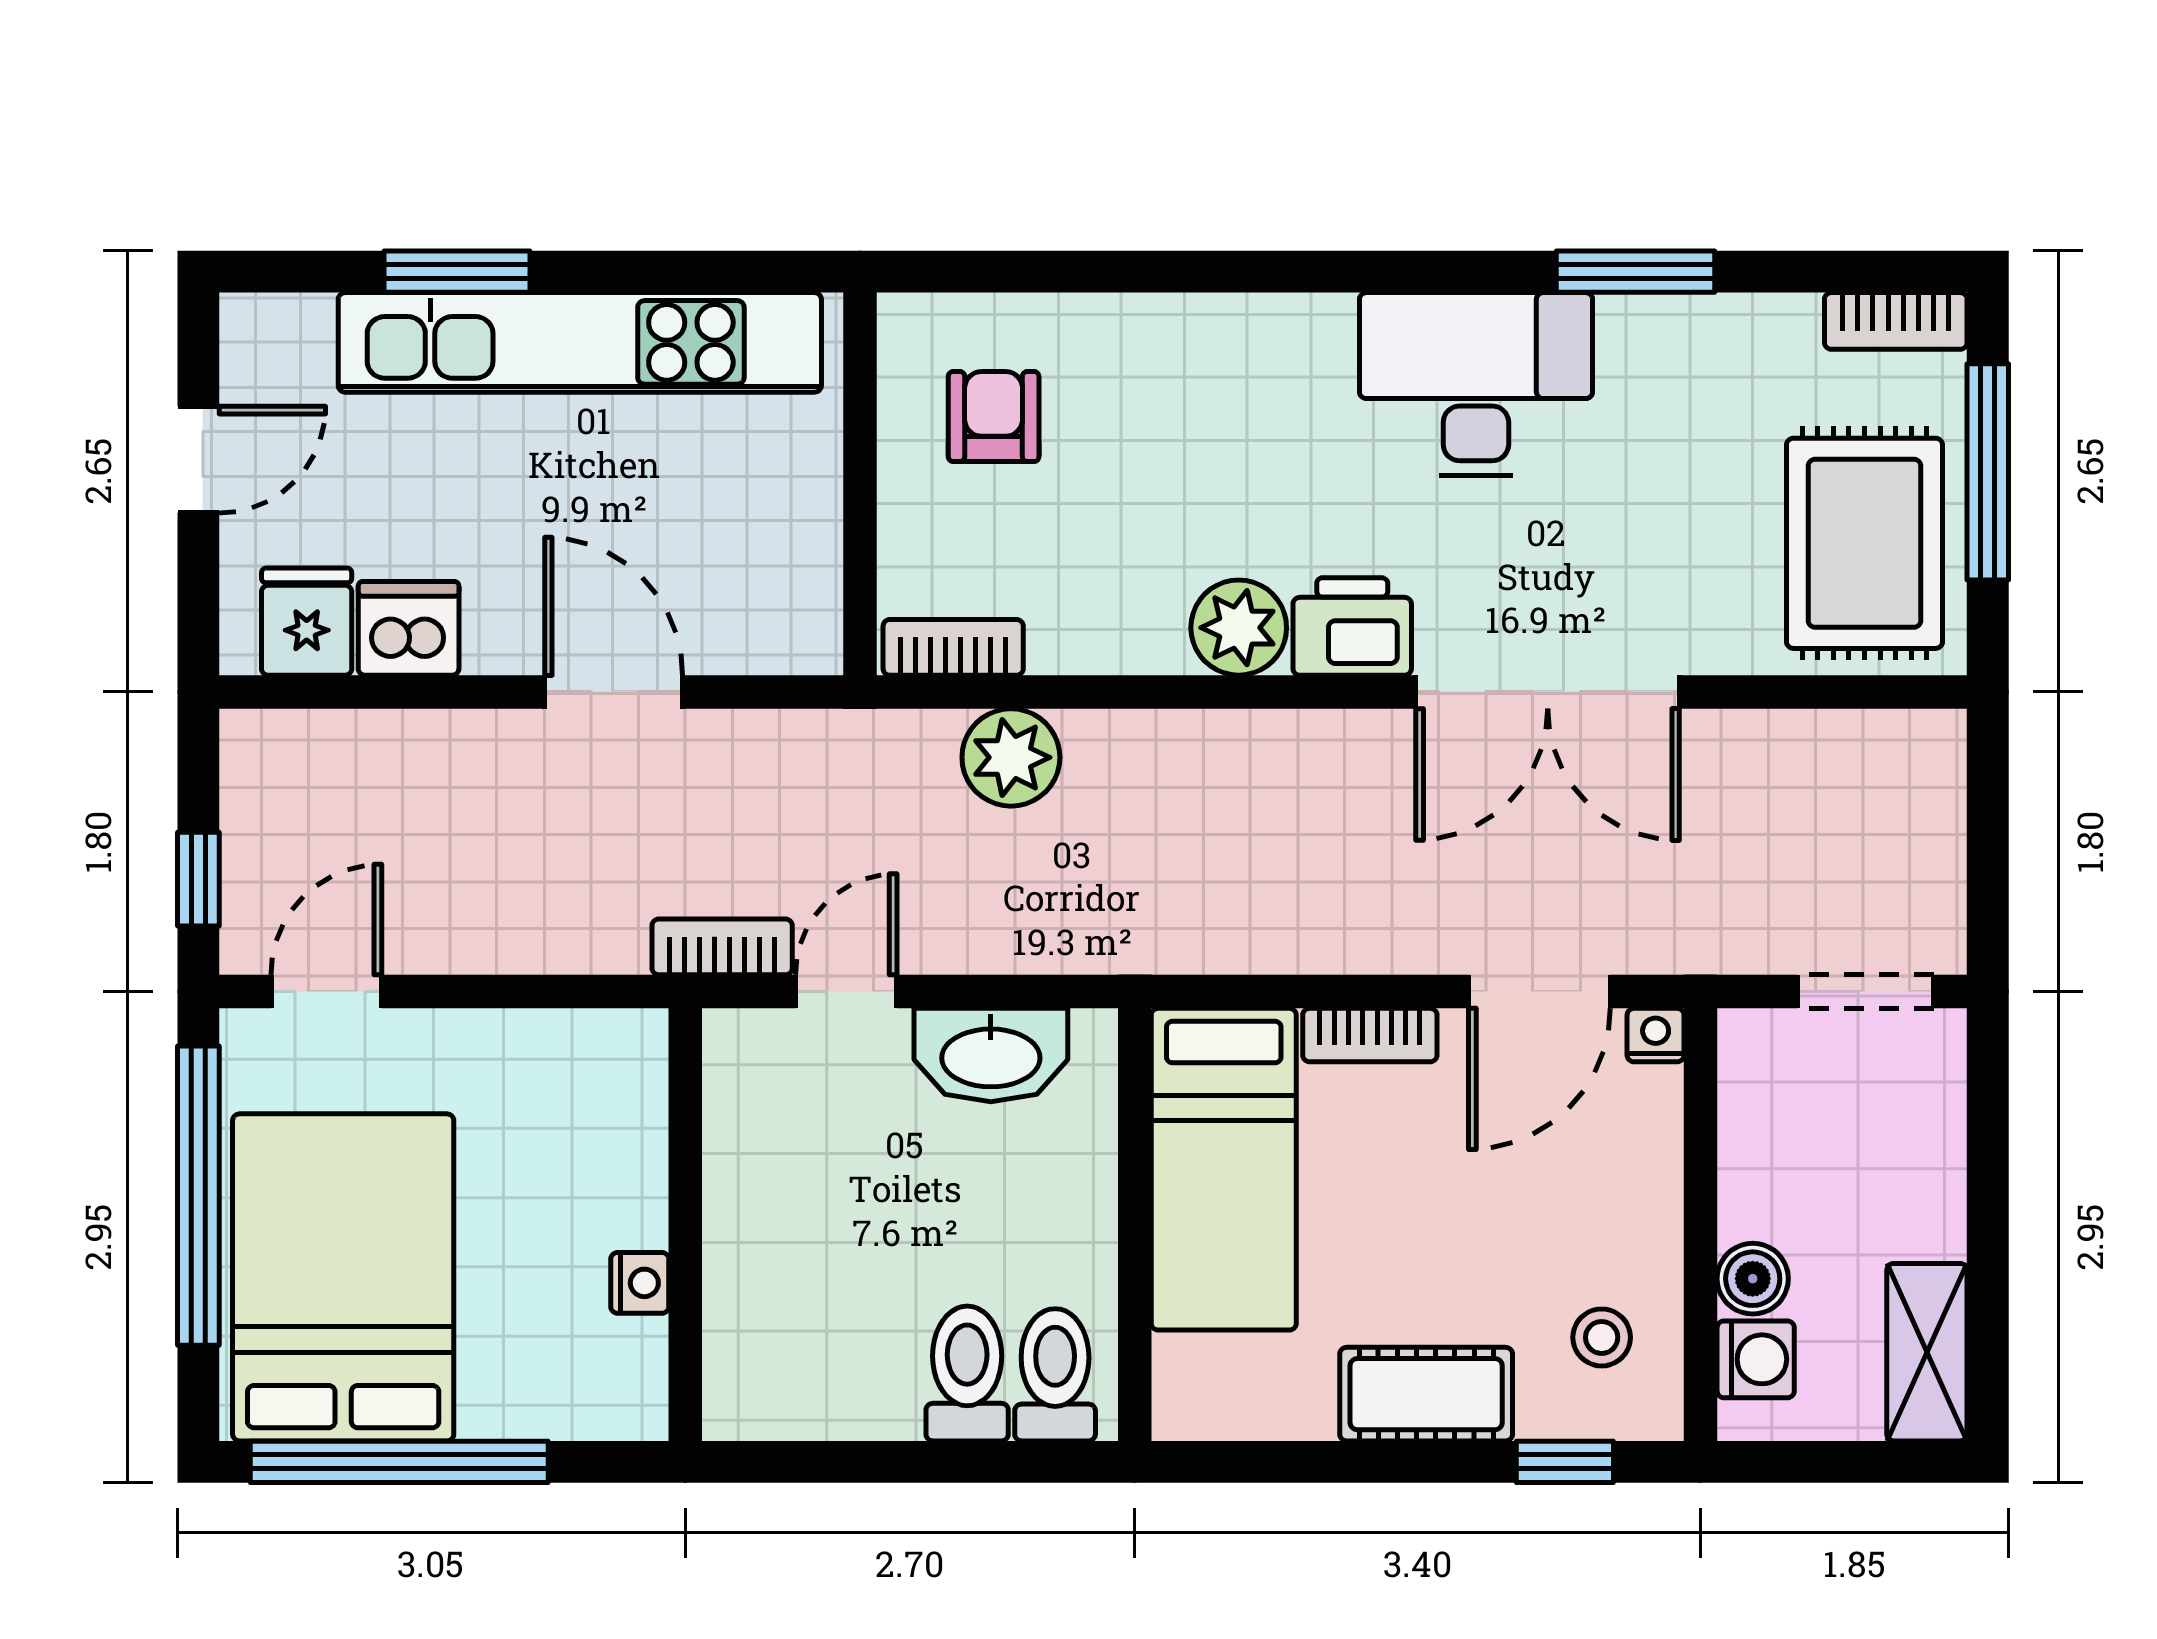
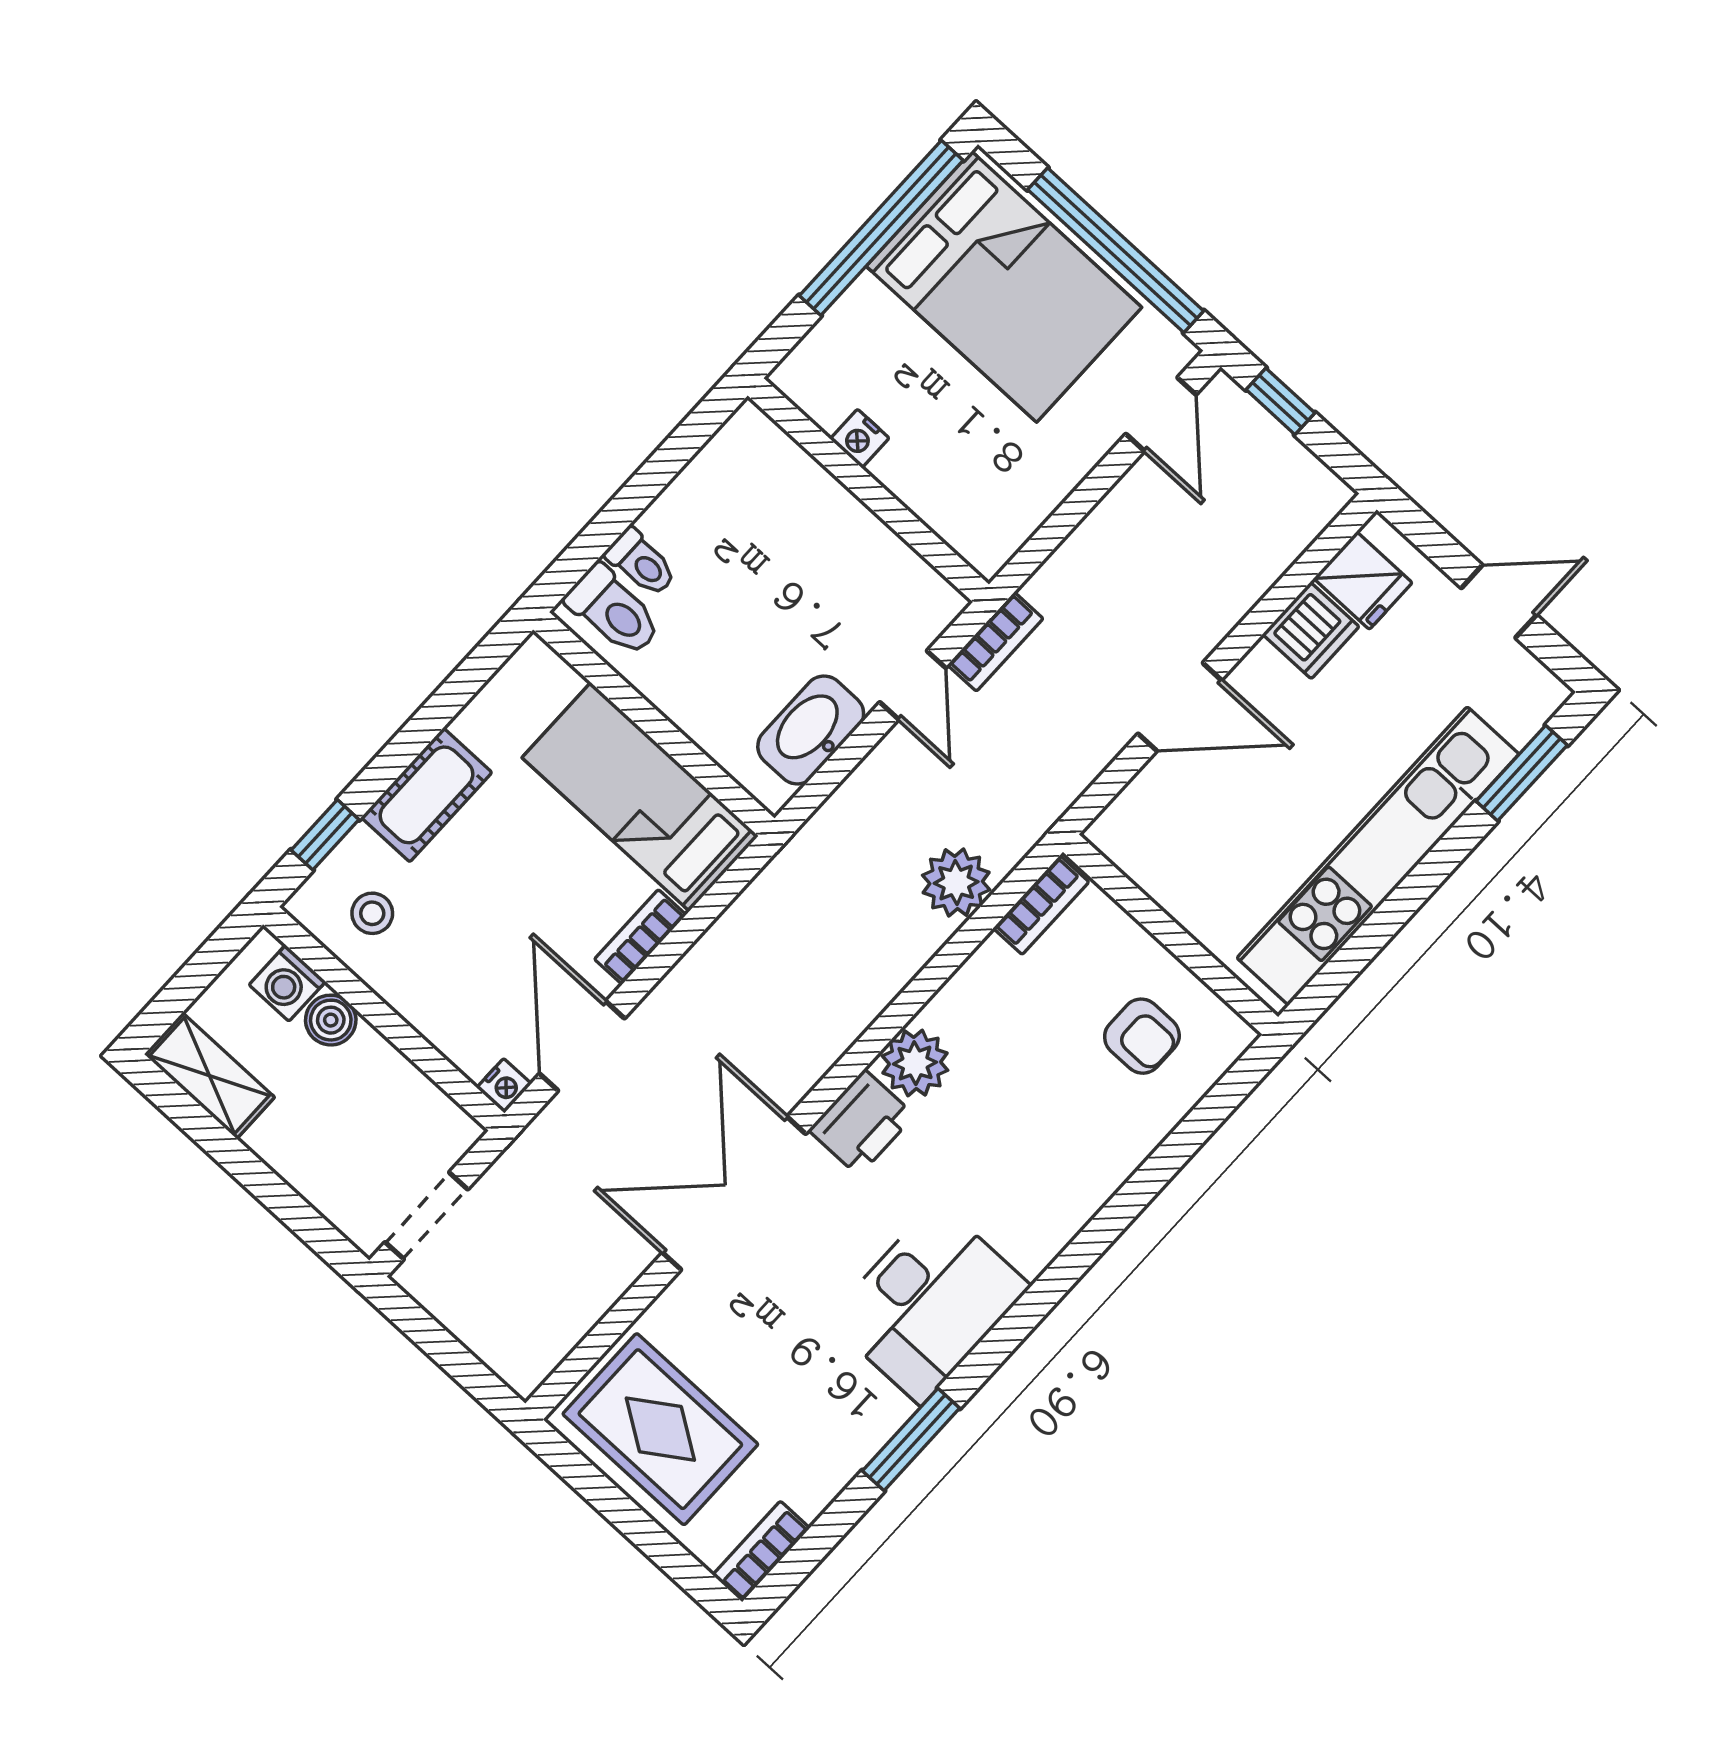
window: (457, 272) -> (1522, 773), moved
door: (198, 460) -> (1499, 601), swing flipped
window: (1988, 472) -> (639, 1527), removed
toilet: (967, 1373) -> (641, 563), width x0.73, depth x0.72

